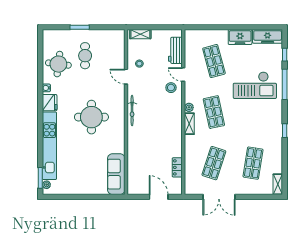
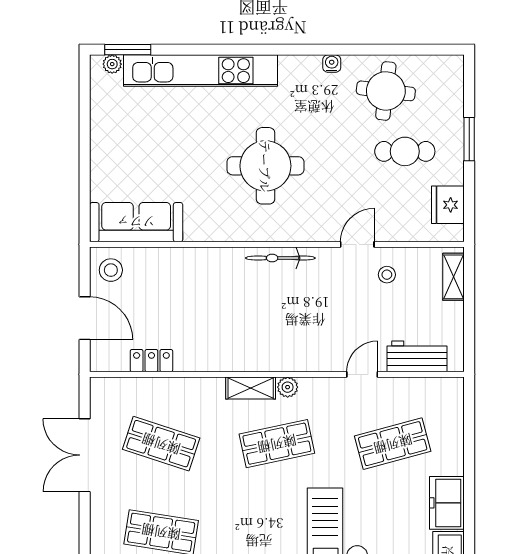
stool: (171, 88) -> (111, 270), moved
fridge: (50, 103) -> (448, 205), moved, turned 90
door: (159, 197) -> (85, 318), hinge flipped

